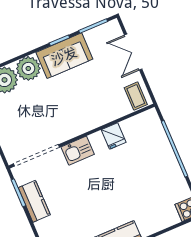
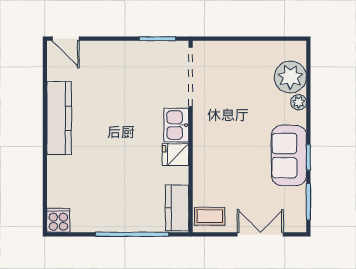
plant: (28, 68) -> (299, 102), width x0.53, depth x0.53
fridge: (114, 136) -> (176, 155), moved
kitchen counter: (34, 201) -> (177, 208), moved, turned 90

